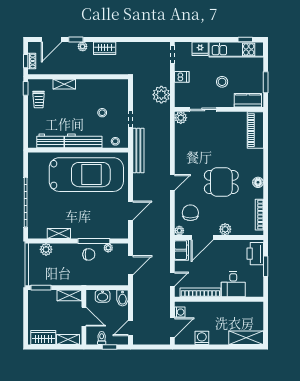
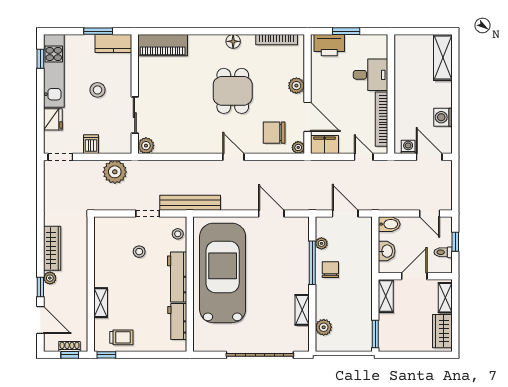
wardrobe: (105, 48) -> (52, 248), width x1.50
kitchen counter: (248, 100) -> (113, 43), moved, turned -90

